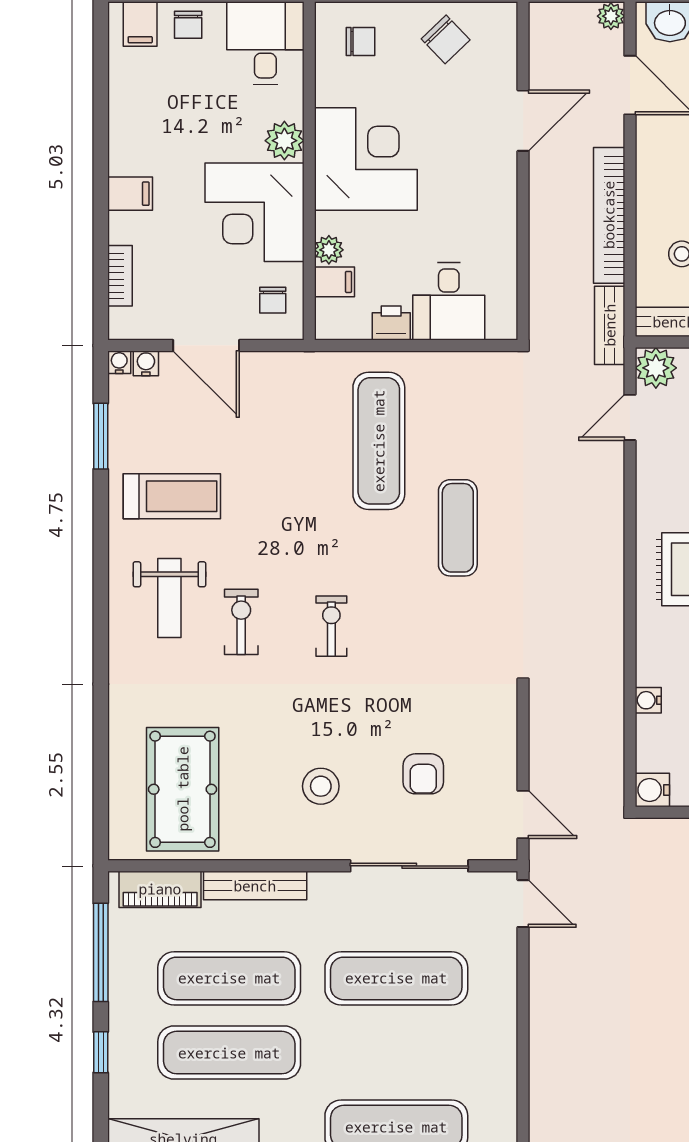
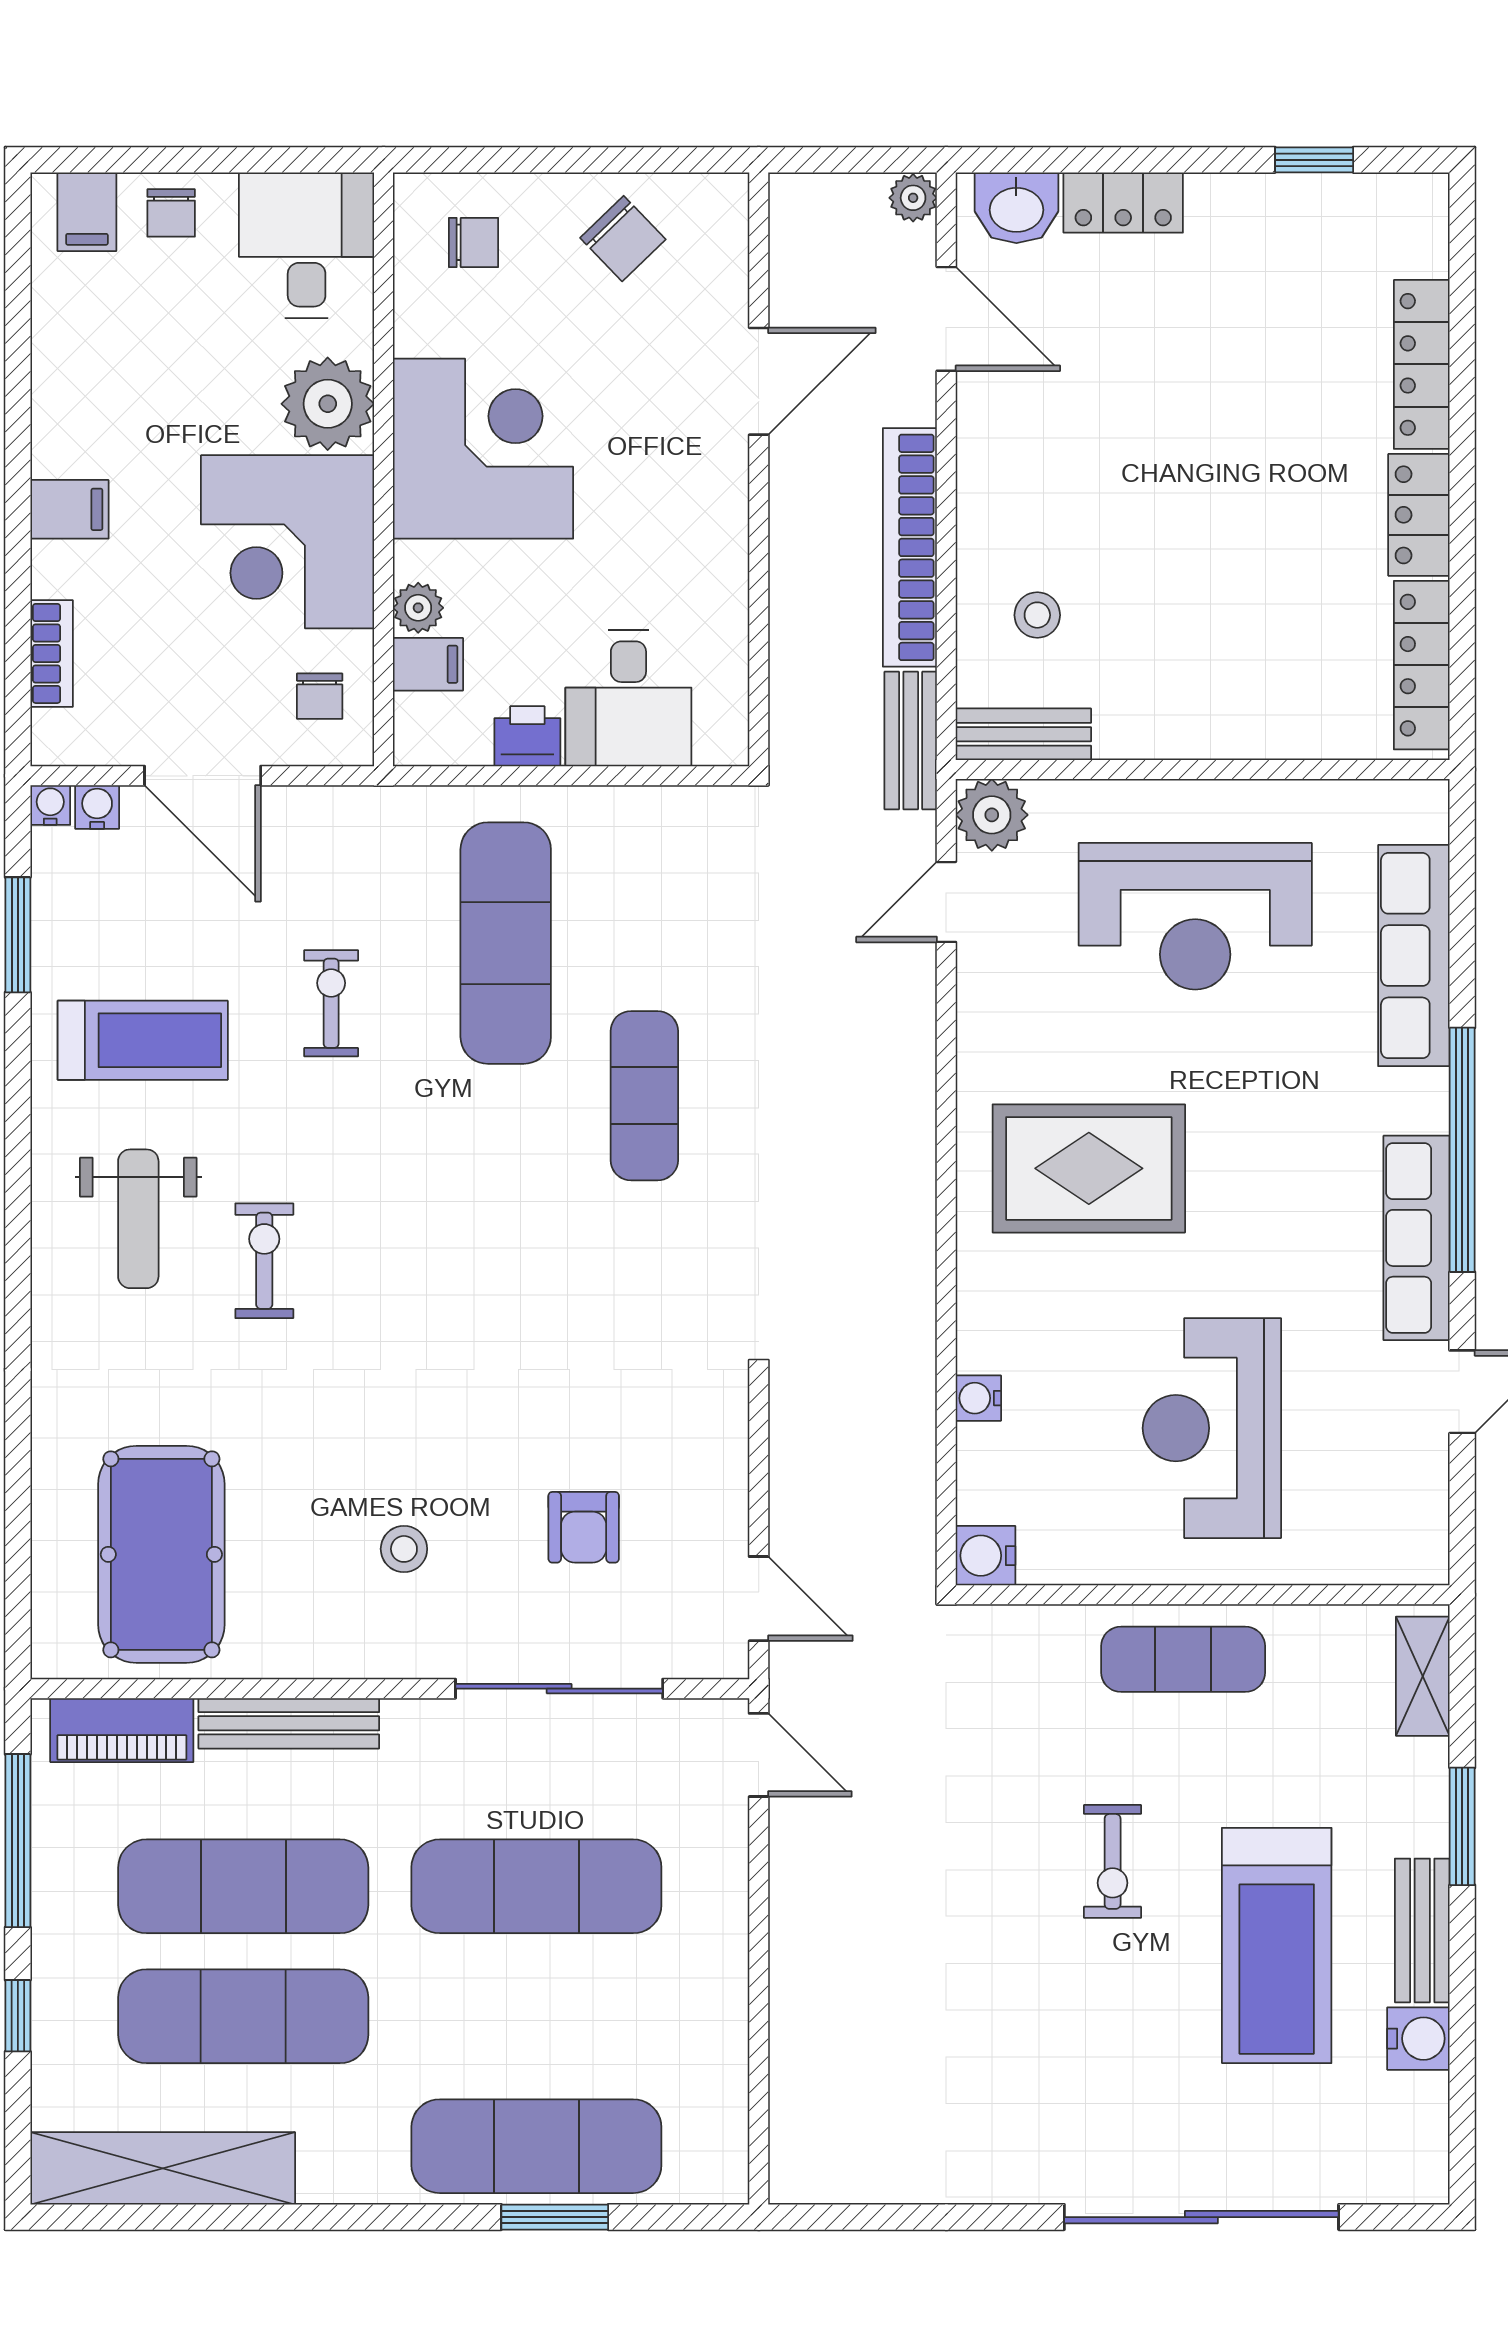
plant: (284, 141) -> (328, 404), width x1.36, depth x1.36
exercise bike: (331, 626) -> (331, 1003), moved
stool: (321, 786) -> (404, 1549), width x0.73, depth x0.73

